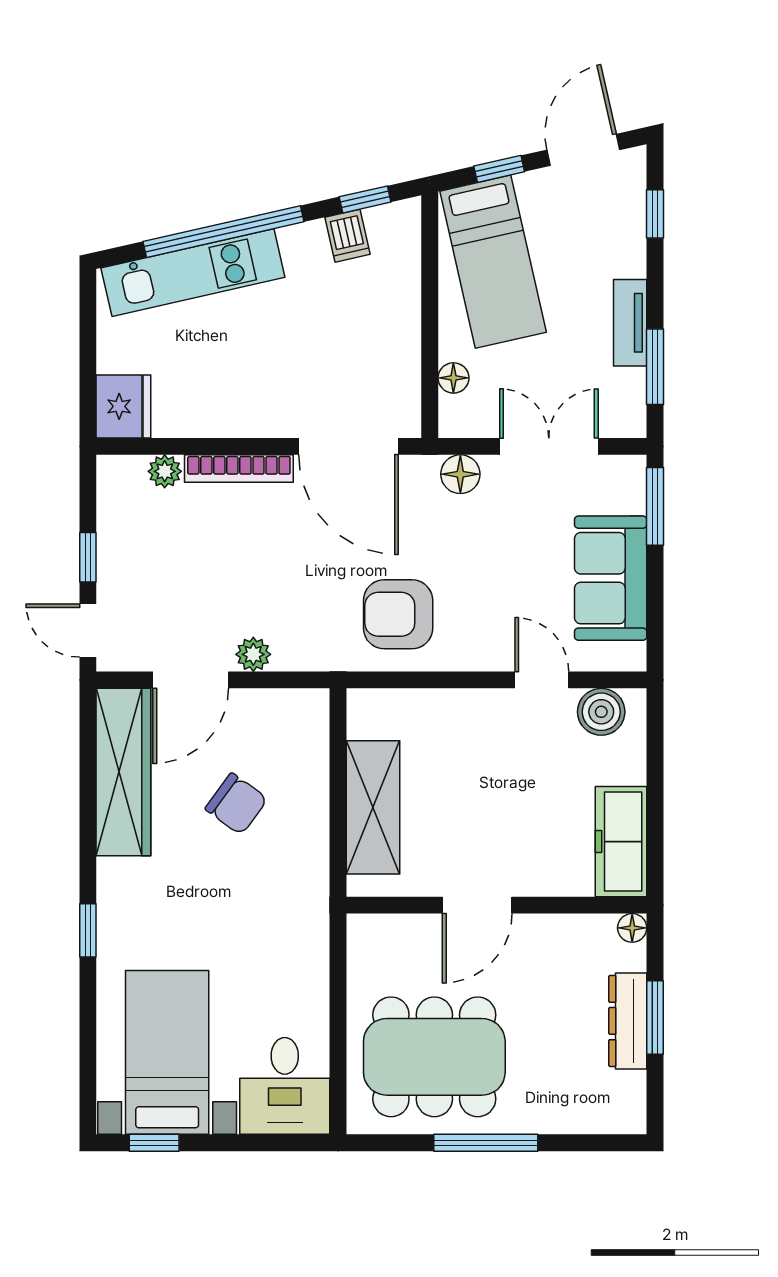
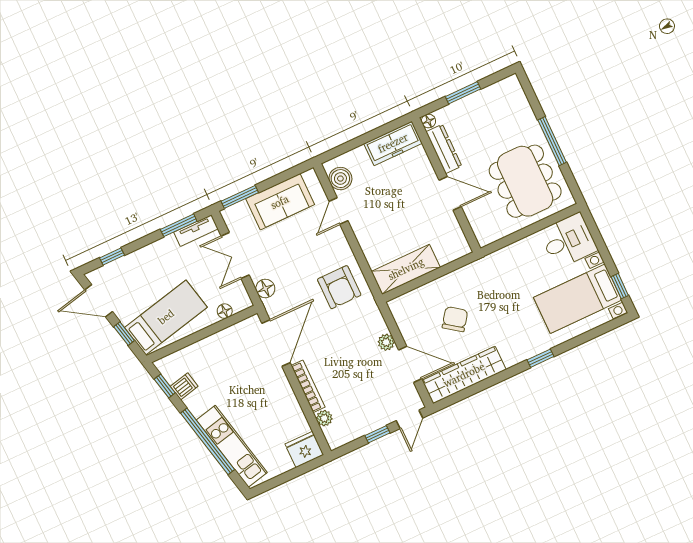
tv unit: (630, 323) -> (196, 230), moved
shelving: (373, 807) -> (406, 269), moved
dresser: (628, 1021) -> (444, 149), moved, turned -90

